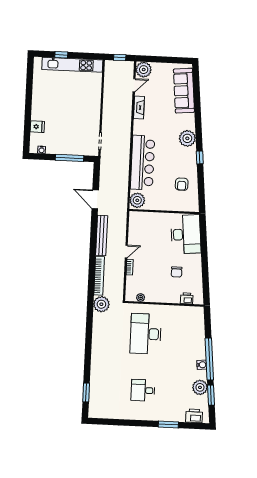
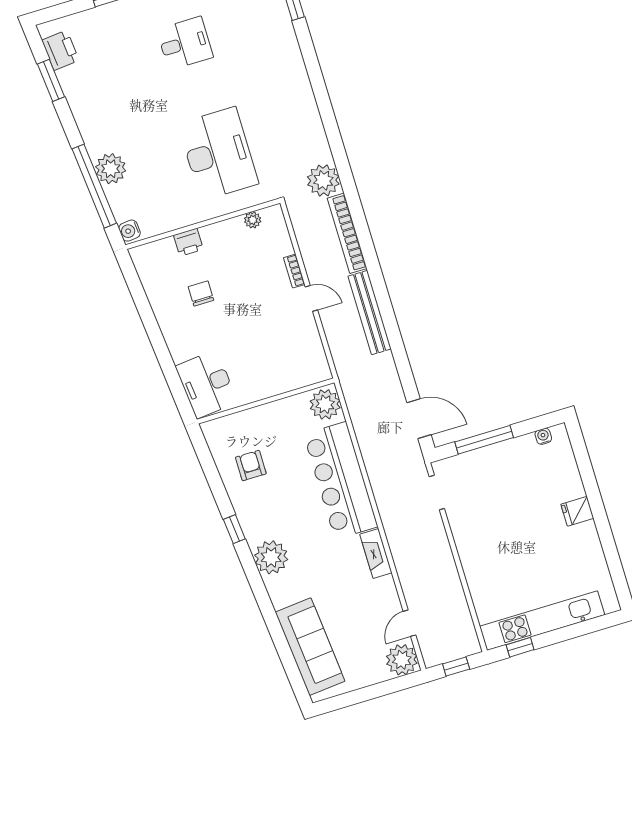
window: (61, 55) -> (520, 647), moved
fireplace: (139, 107) -> (376, 553), moved
fridge: (37, 127) -> (577, 511), moved
door: (95, 199) -> (419, 419), moved
desk: (186, 234) -> (207, 384), width x0.73, depth x0.77
door: (126, 252) -> (311, 298), swing flipped
printer: (187, 298) -> (188, 242), moved
window: (209, 359) -> (94, 186), moved
water cooler: (202, 365) -> (130, 231), moved
plant: (200, 387) -> (111, 169), moved
printer: (194, 416) -> (60, 50), moved, turned -95

